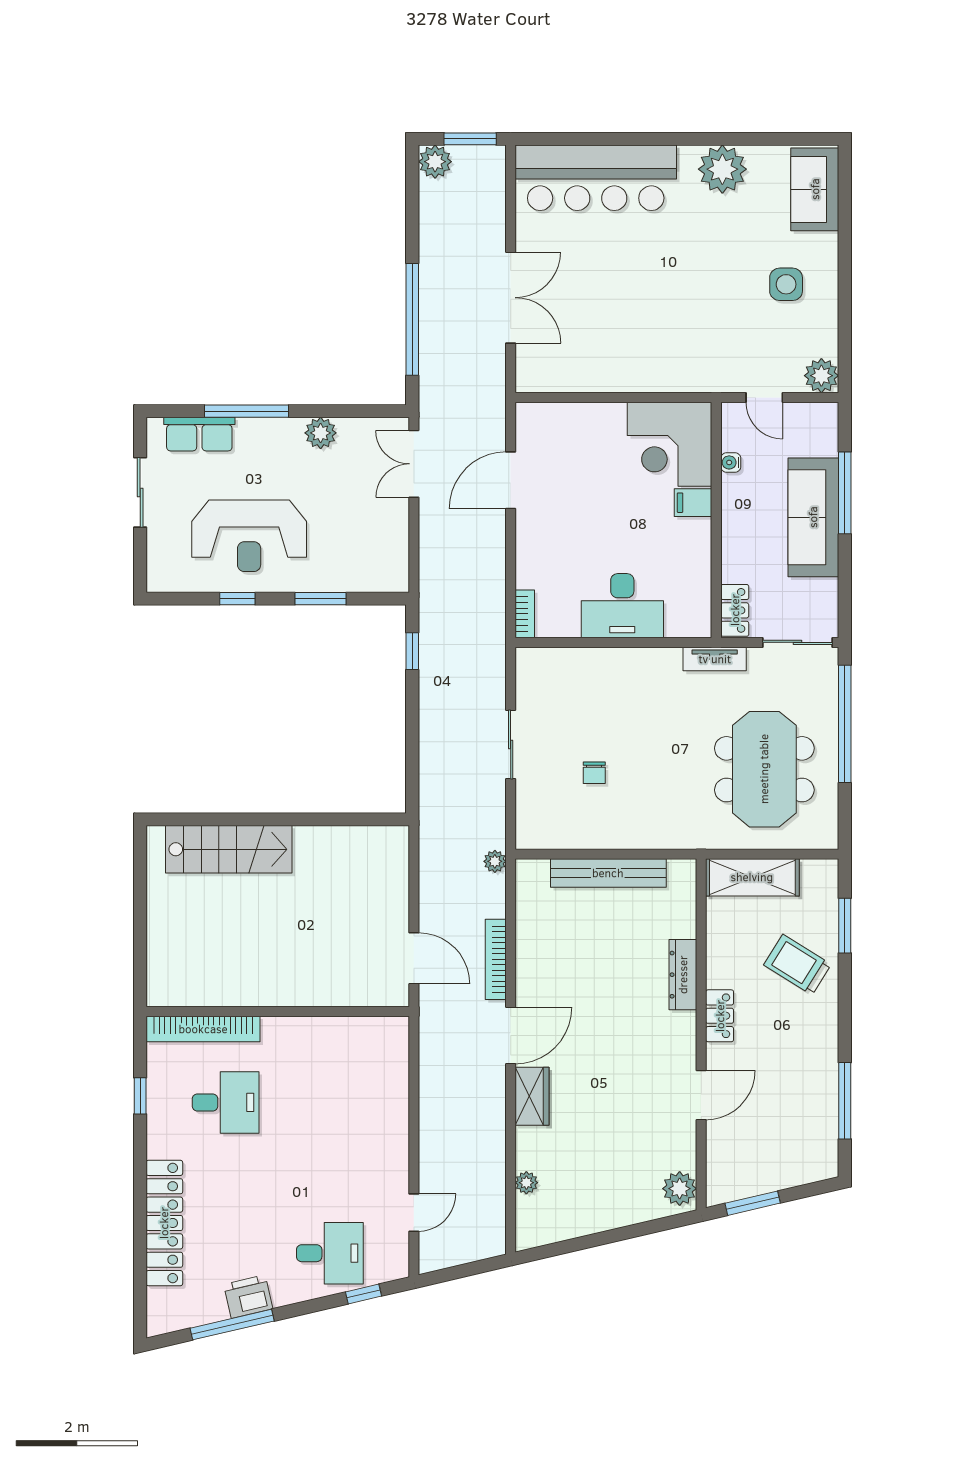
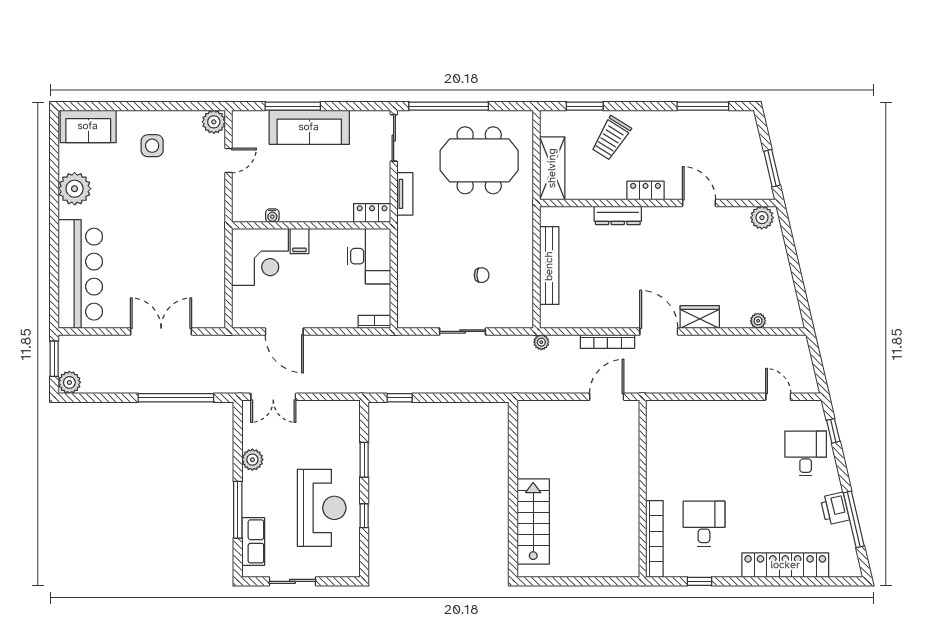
corner desk: (670, 444) -> (260, 257), moved
water cooler: (731, 462) -> (272, 216), moved
filing cabinet: (693, 503) -> (299, 241), moved
wall: (716, 520) -> (311, 225), moved
locker: (735, 610) -> (372, 213), moved

